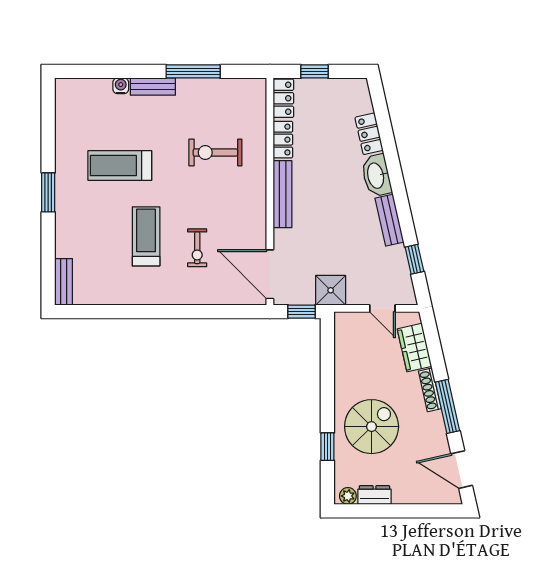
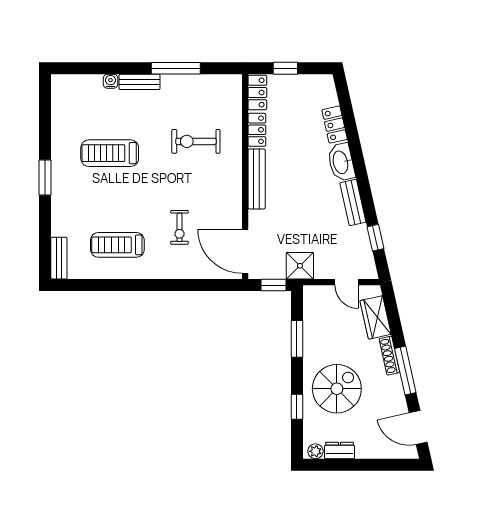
treadmill: (146, 236) -> (117, 245), moved, turned -90
window: (327, 371) -> (297, 339), added

